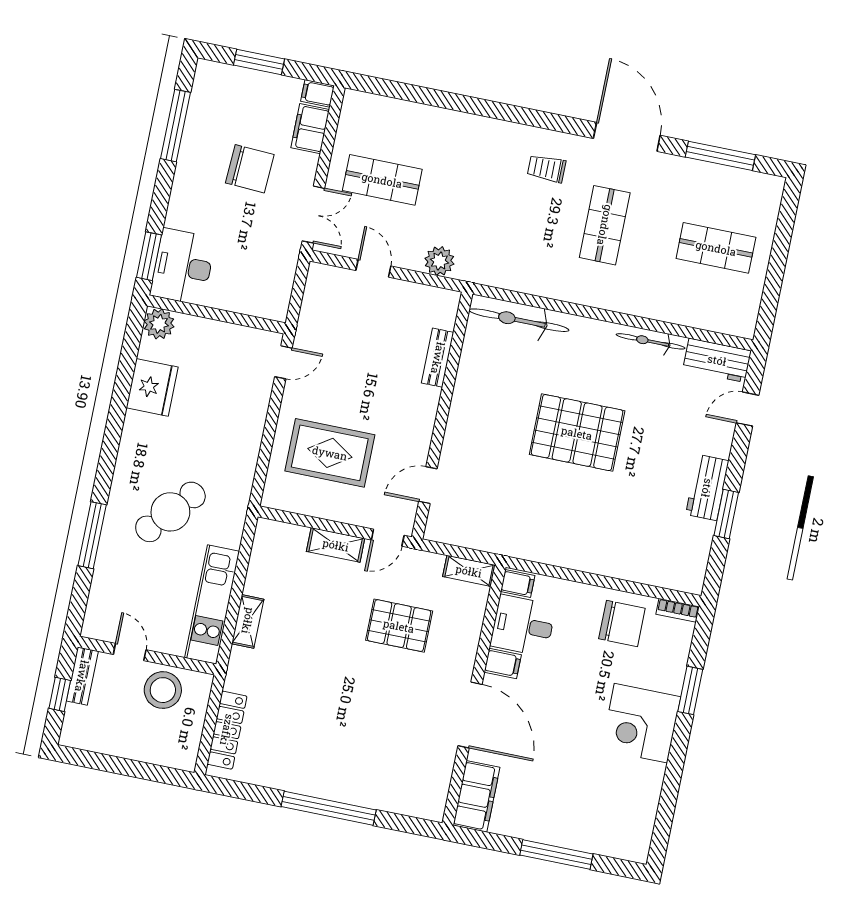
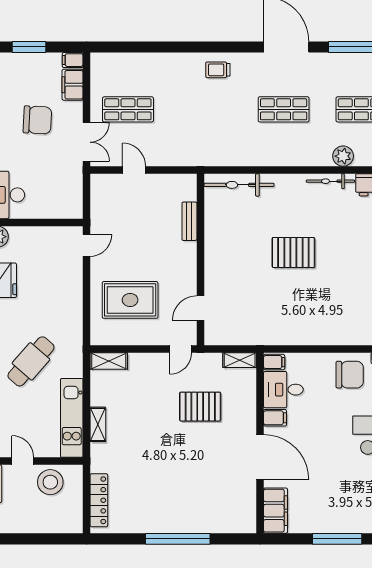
trolley: (547, 169) -> (218, 70), moved
shop shelf: (605, 225) -> (284, 109), turned 90
plant: (439, 261) -> (343, 156), moved
pallet: (577, 433) -> (293, 252), width x0.73, depth x0.71
shelving: (336, 545) -> (109, 361), moved

